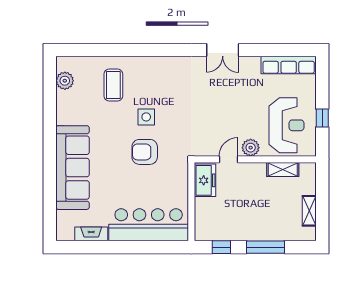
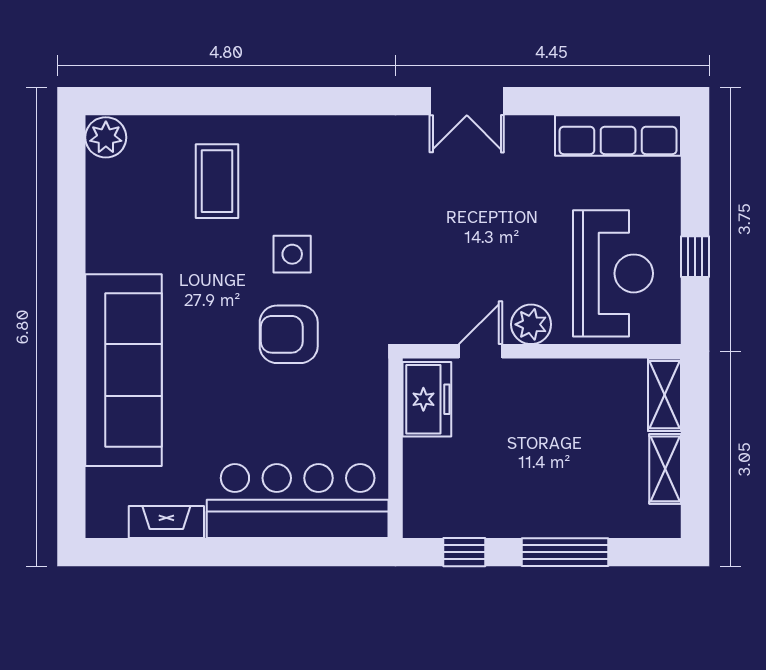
plant: (65, 81) -> (106, 137), moved
shelving: (283, 170) -> (664, 395), moved, turned 90

